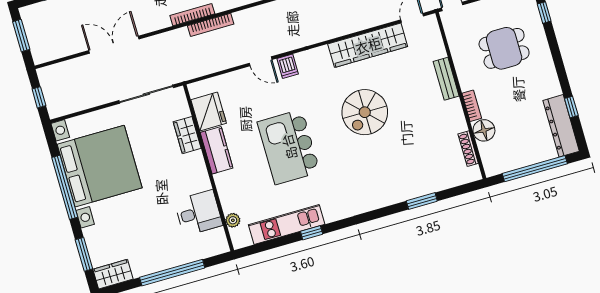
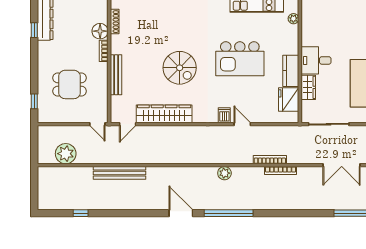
bench: (446, 79) -> (116, 75), width x1.36
spiral stairs: (365, 112) -> (180, 68), turned 90
kitchen island: (289, 147) -> (240, 59), turned 90
desk: (198, 213) -> (316, 60), moved

